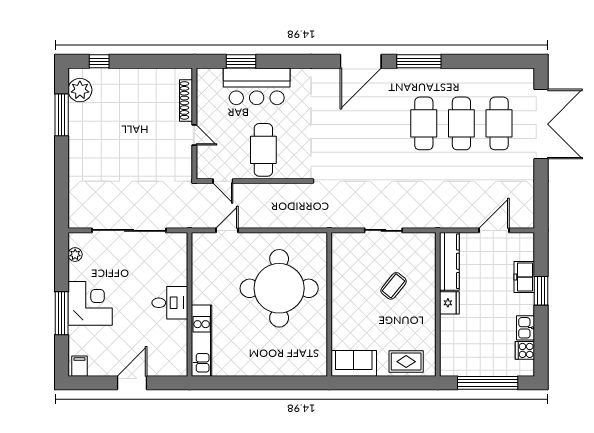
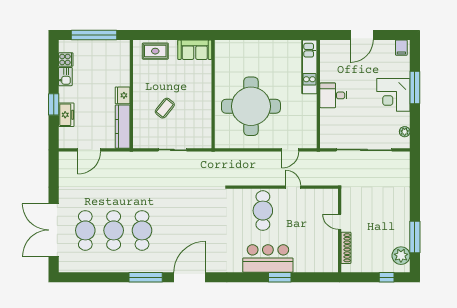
shoe rack: (186, 100) -> (346, 248), moved
wall: (194, 123) -> (340, 230), moved
door: (194, 135) -> (340, 222), moved

